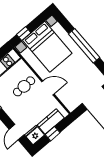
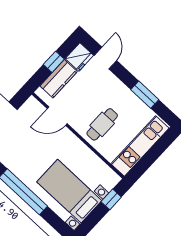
bed with nightstands: (47, 47) -> (69, 191), width x0.73
door: (48, 88) -> (57, 116), moved

